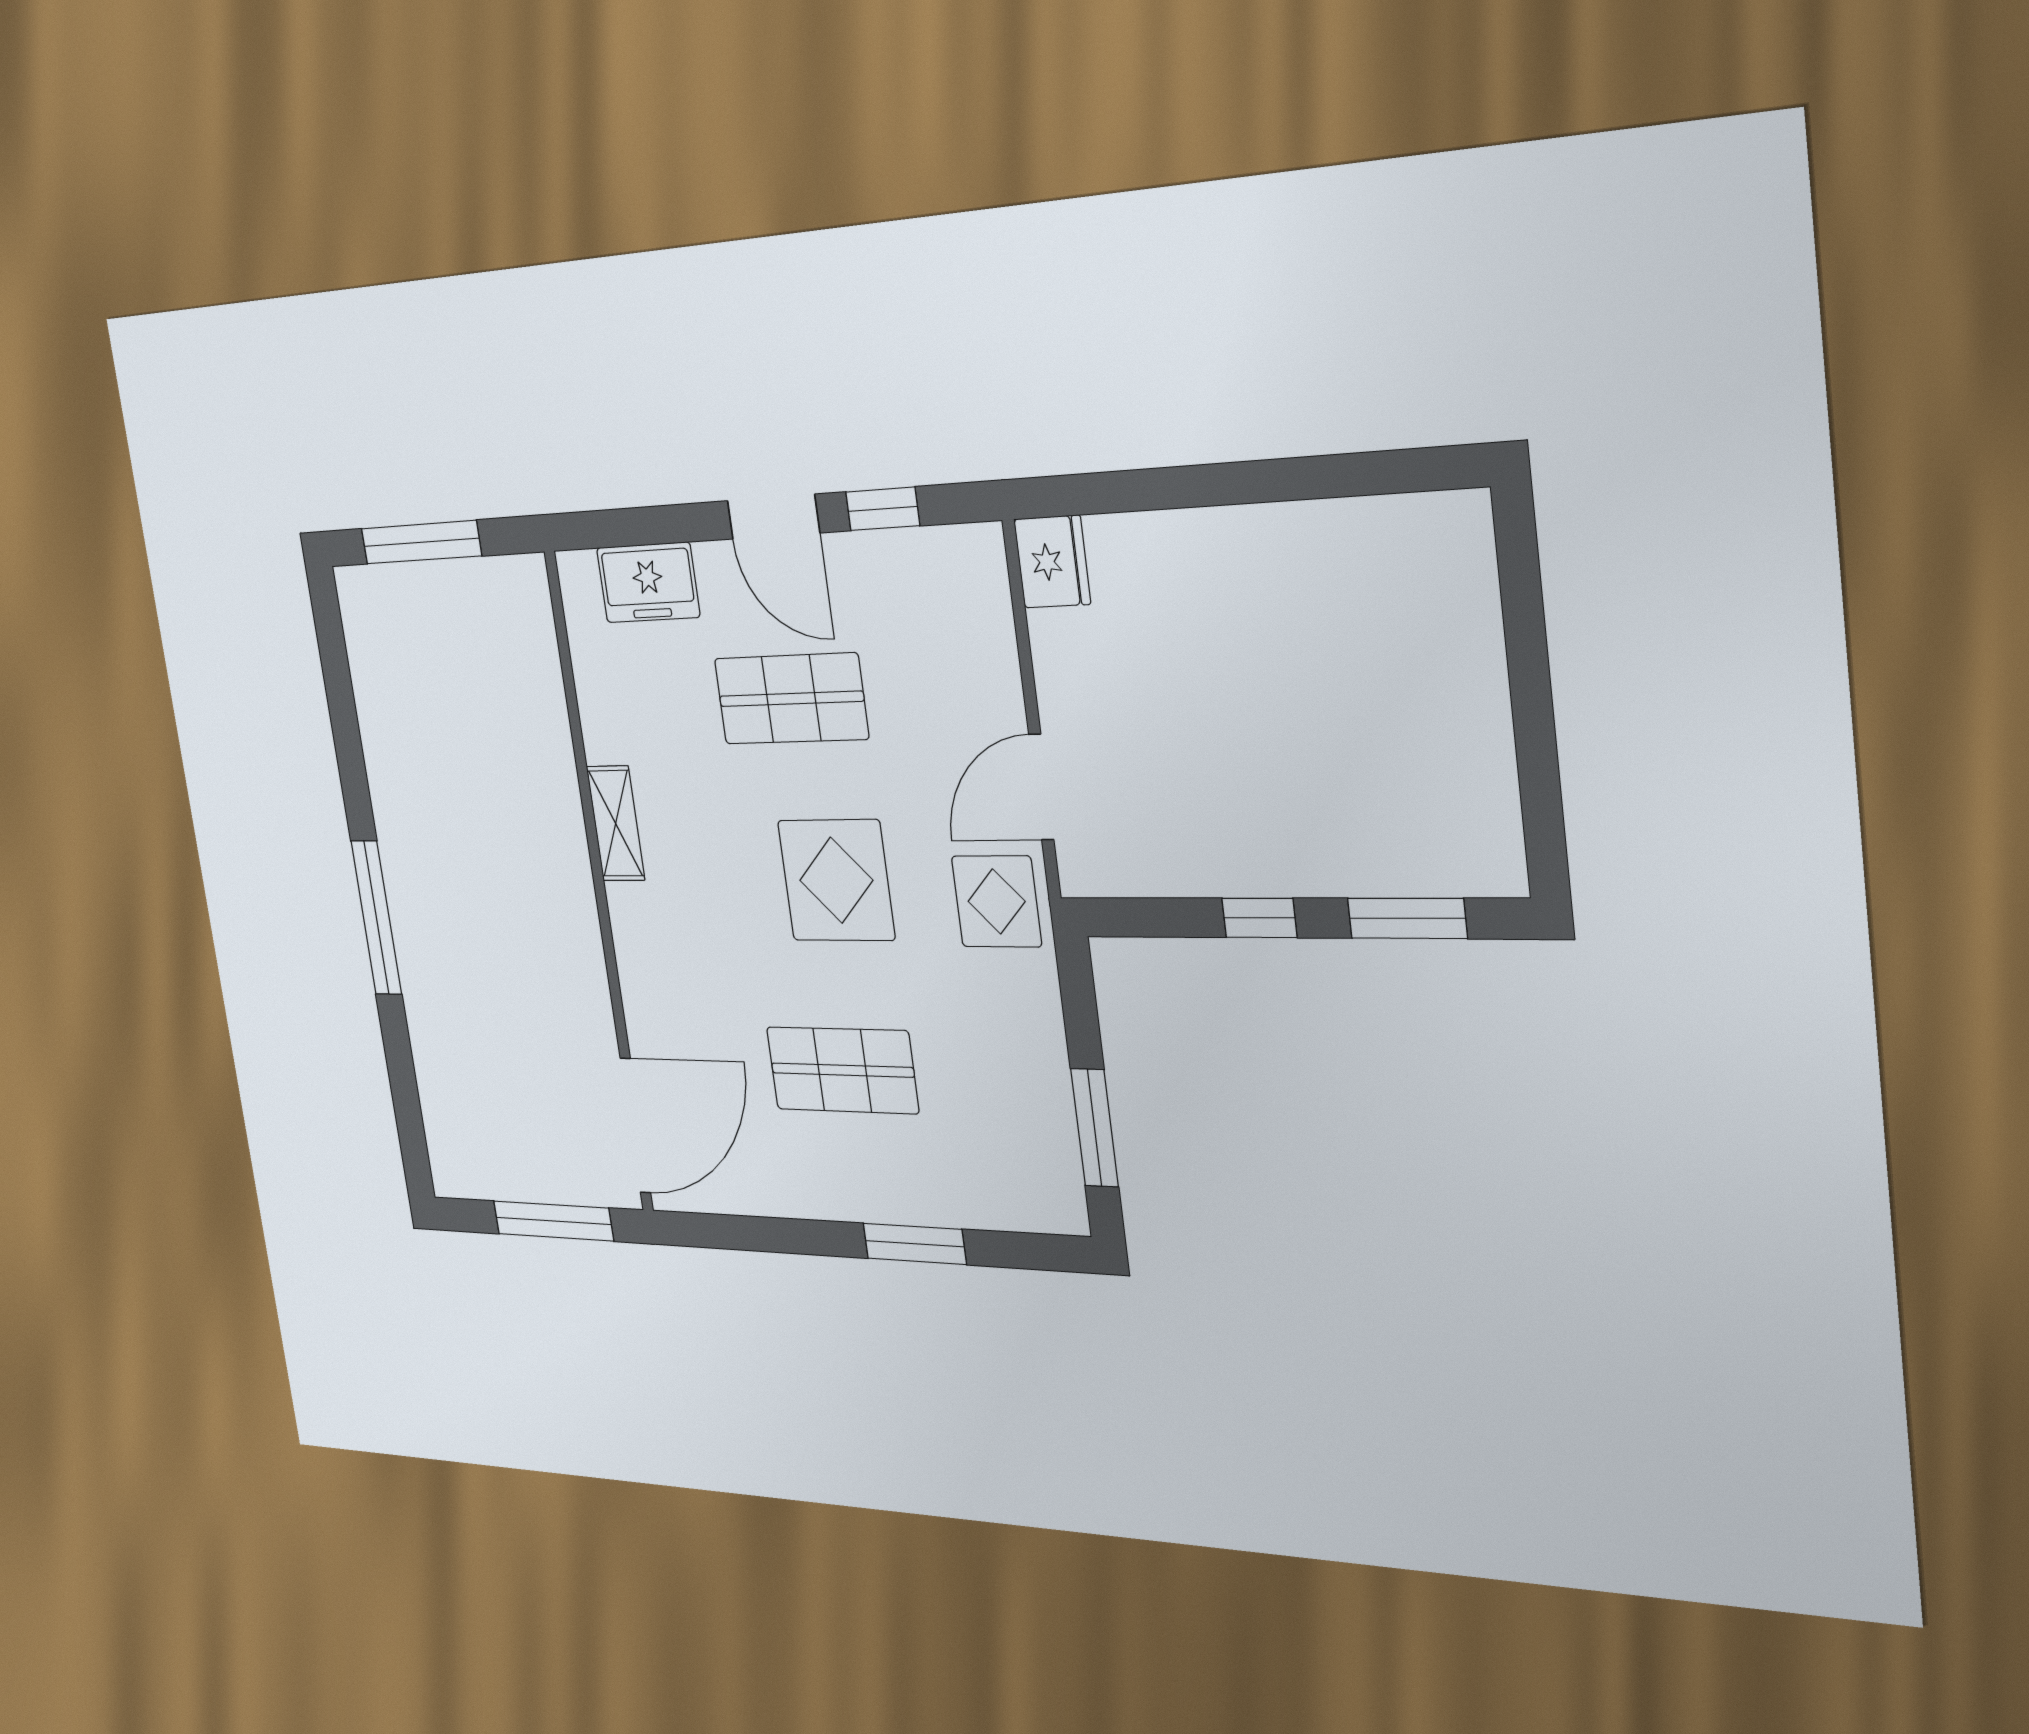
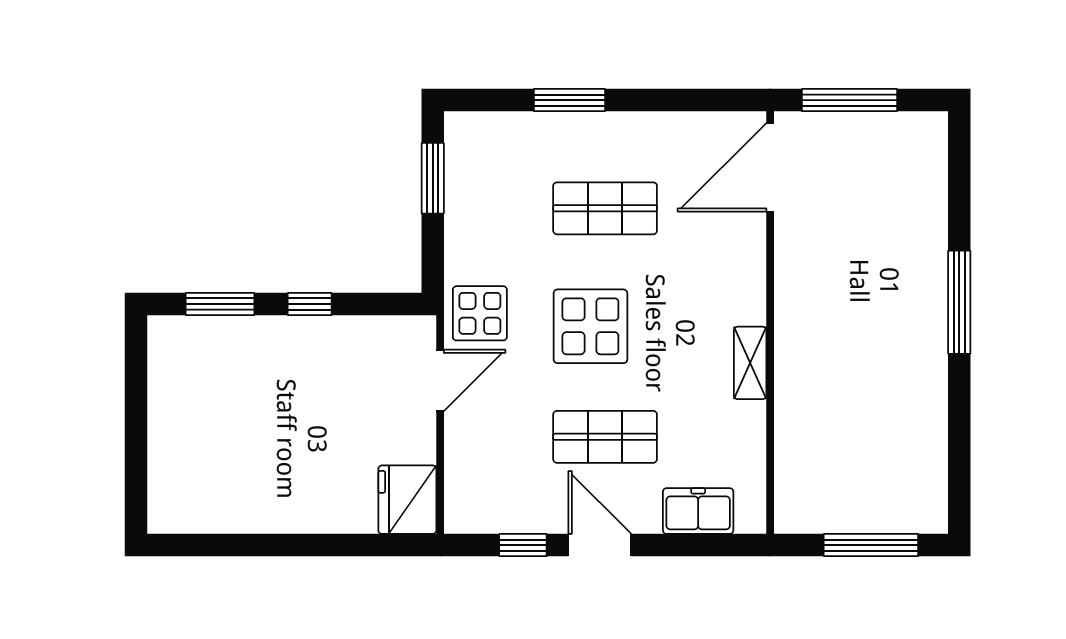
fridge: (1052, 562) -> (407, 500), width x1.36, depth x1.34

